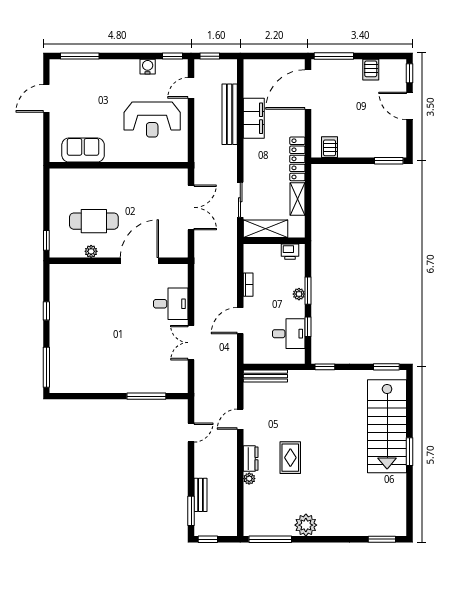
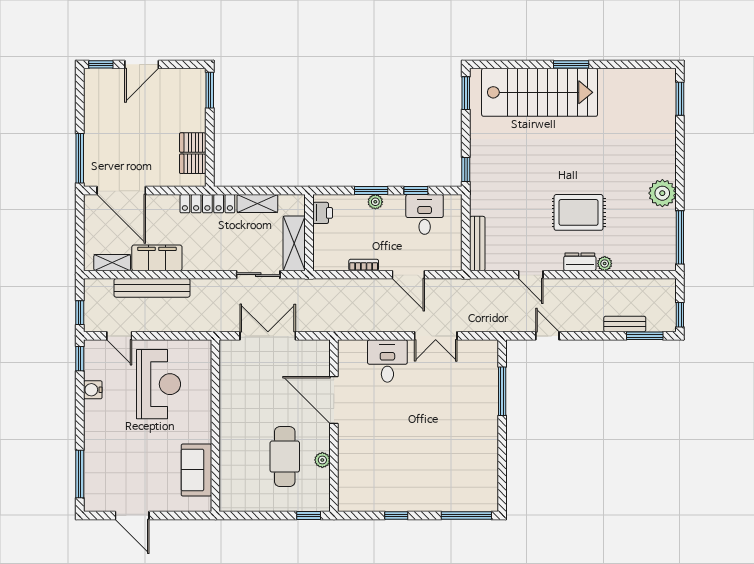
server rack: (371, 70) -> (193, 143), moved, turned 180
shelving: (250, 82) -> (112, 263), added
rug: (290, 458) -> (579, 212), width x1.36, depth x1.43

